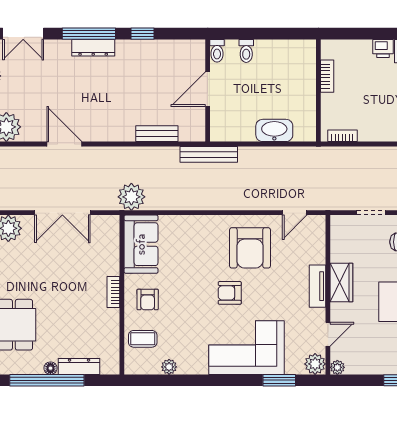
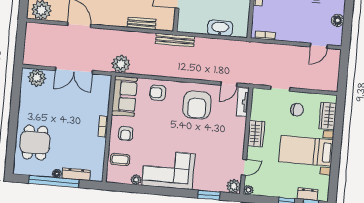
tv unit: (318, 286) -> (243, 102), moved
armchair: (230, 293) -> (158, 93), moved
corner sofa: (247, 348) -> (168, 170), moved

